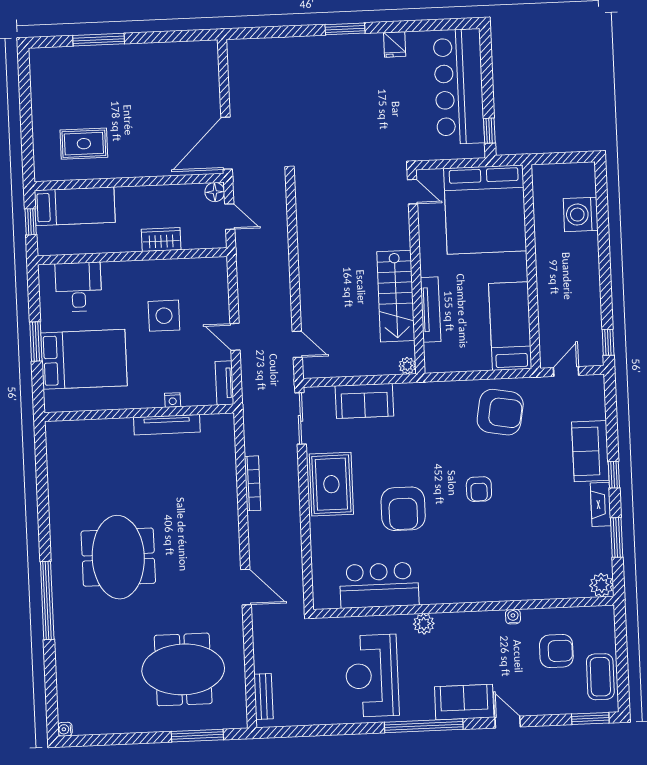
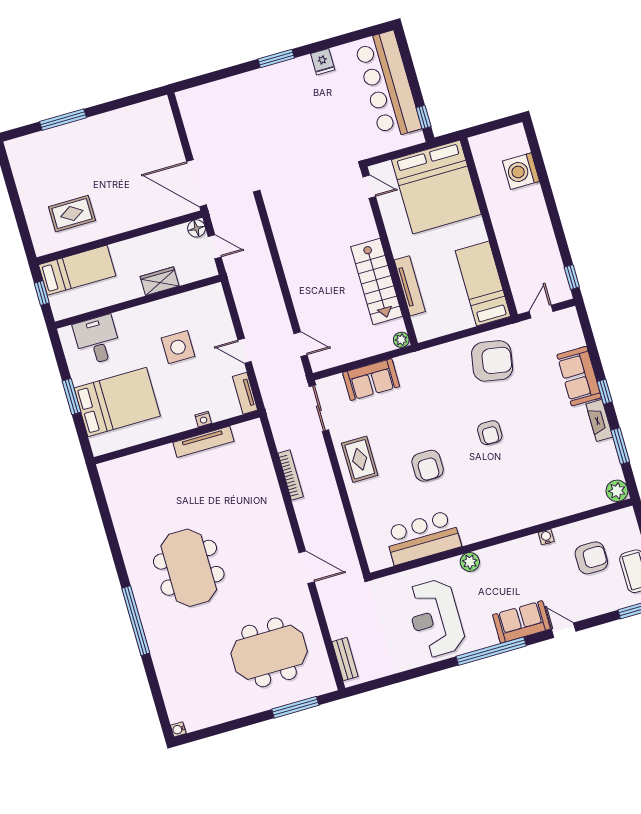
door: (227, 143) -> (197, 183), hinge flipped
rug: (331, 484) -> (360, 459), width x0.73, depth x0.70
armchair: (403, 509) -> (428, 466), width x0.73, depth x0.73

